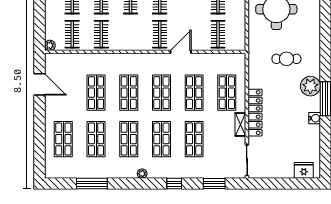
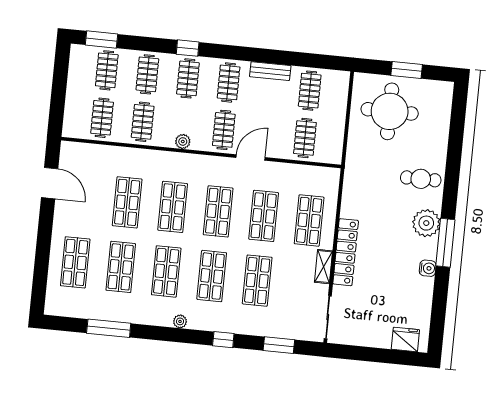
plant: (50, 45) -> (183, 141), moved
cafe table: (286, 59) -> (421, 179), moved

